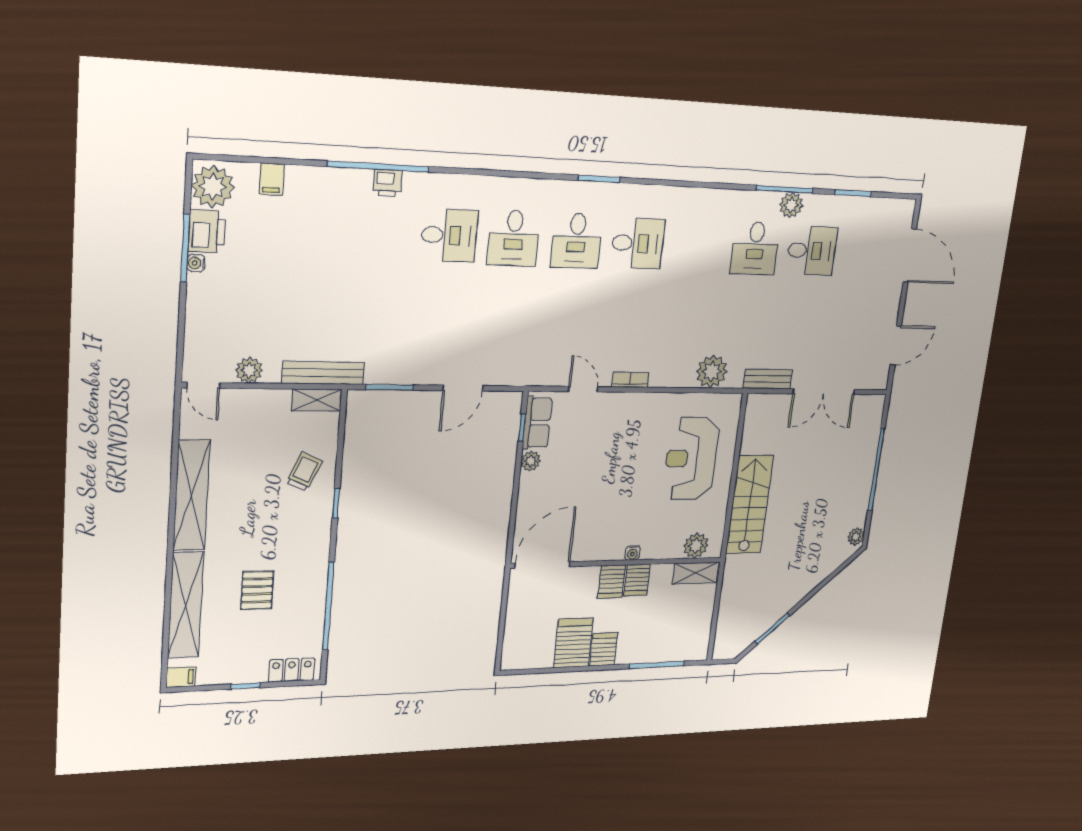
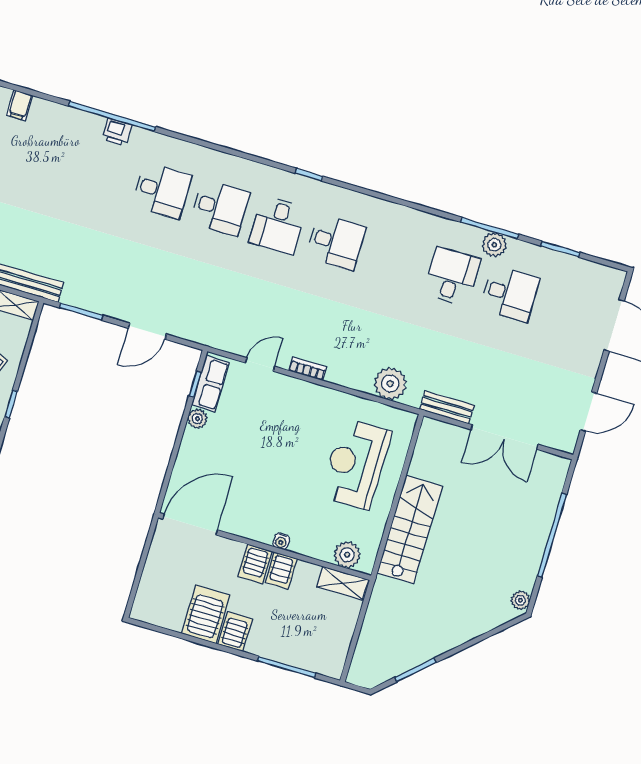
window: (599, 179) -> (309, 175), width x0.67
desk: (514, 238) -> (220, 208), turned -90
desk: (755, 248) -> (452, 276), turned 180
door: (583, 389) -> (260, 365), hinge flipped

